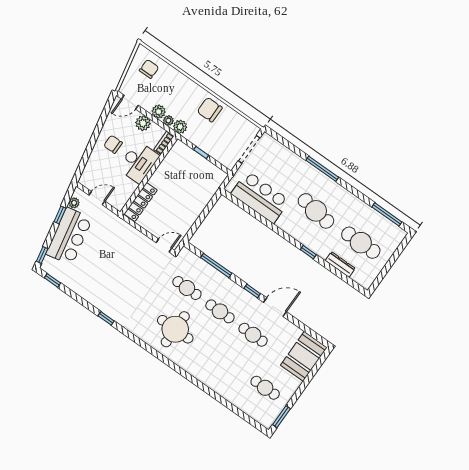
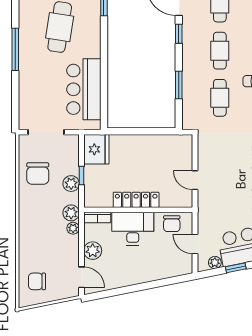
chair: (210, 110) -> (38, 174), moved
plant: (159, 112) -> (71, 184), moved
chair: (113, 144) -> (172, 224), moved
fridge: (212, 176) -> (96, 149), added
locker: (141, 202) -> (136, 200), moved
door: (164, 246) -> (195, 180), moved
window: (216, 265) -> (179, 85), width x0.69

